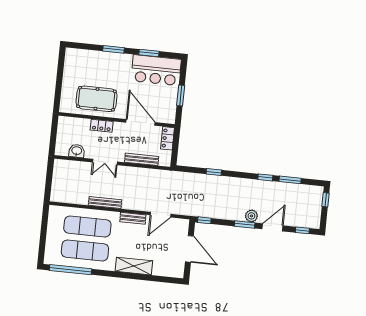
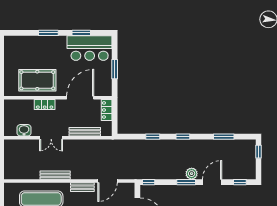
door: (141, 122) -> (80, 98), hinge flipped
window: (265, 177) -> (183, 137), moved

